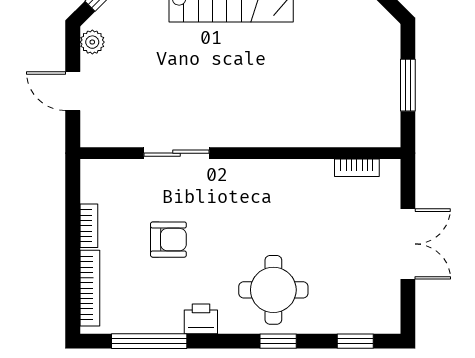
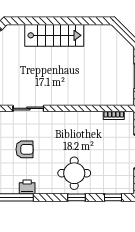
printer: (201, 319) -> (27, 187), moved

